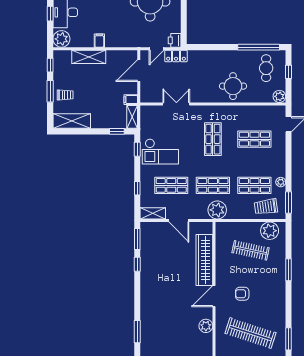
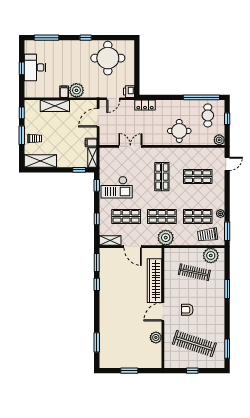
plant: (61, 39) -> (76, 90), moved
locker: (176, 56) -> (145, 105), moved

